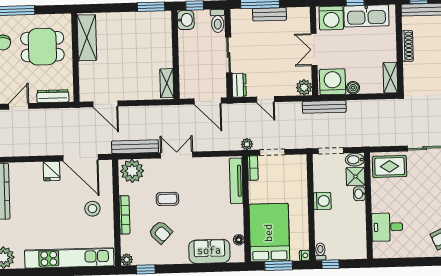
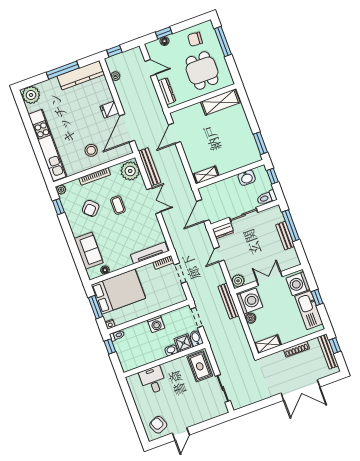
washbasin: (186, 20) -> (247, 178), moved
plant: (247, 144) -> (115, 76), moved

